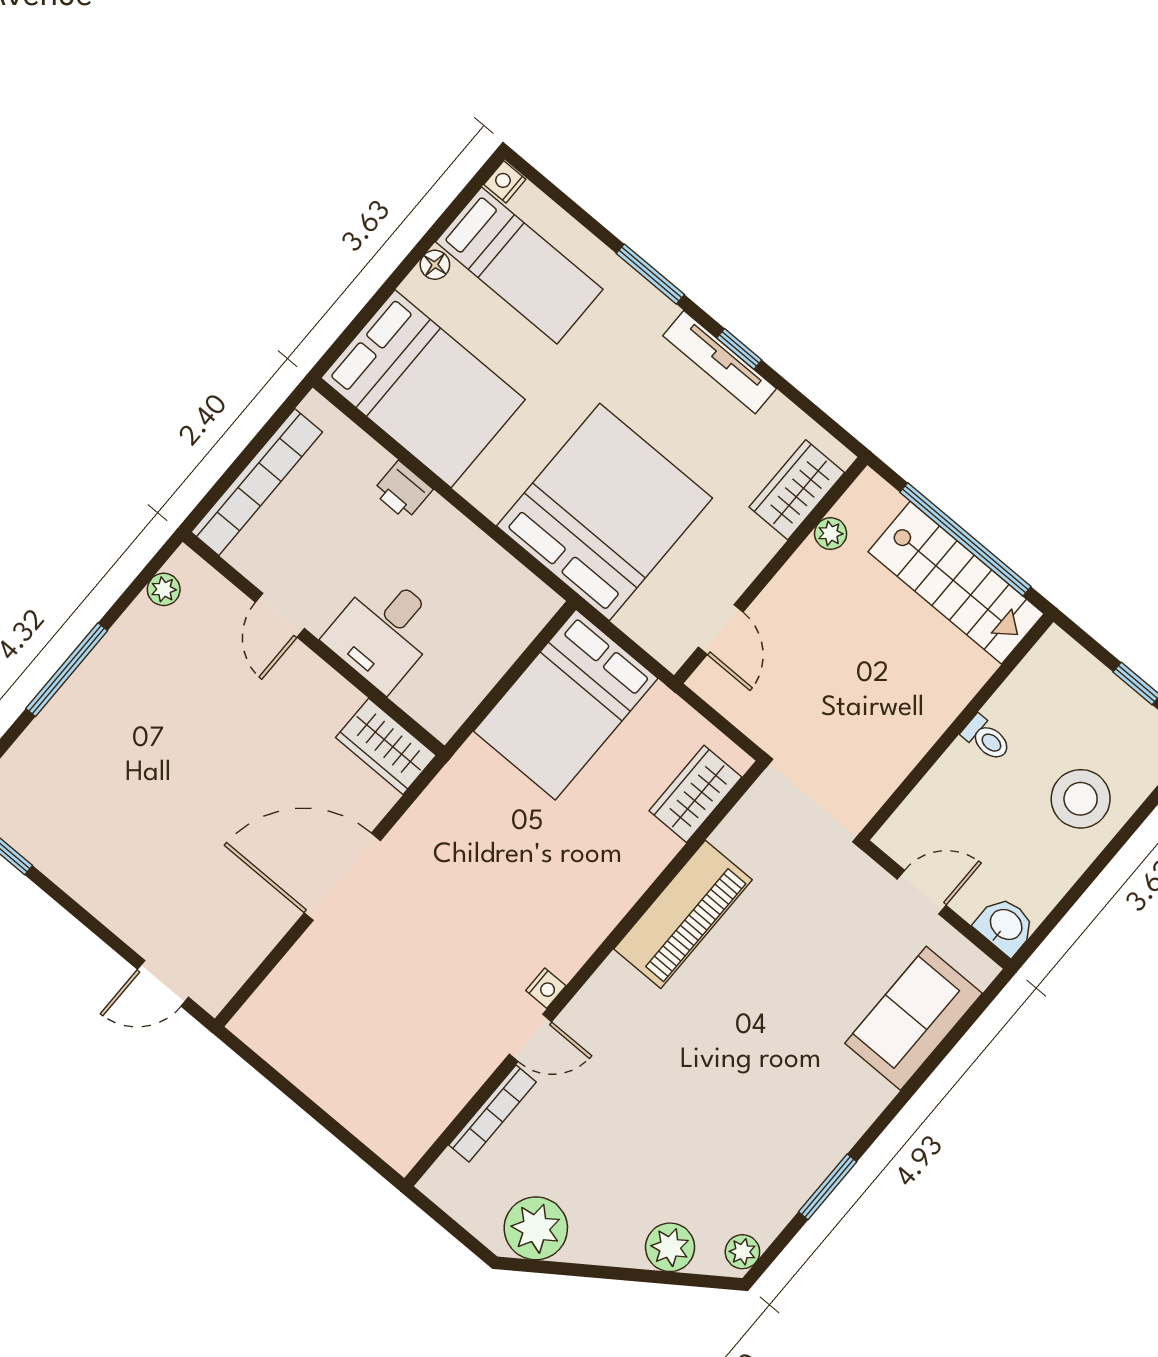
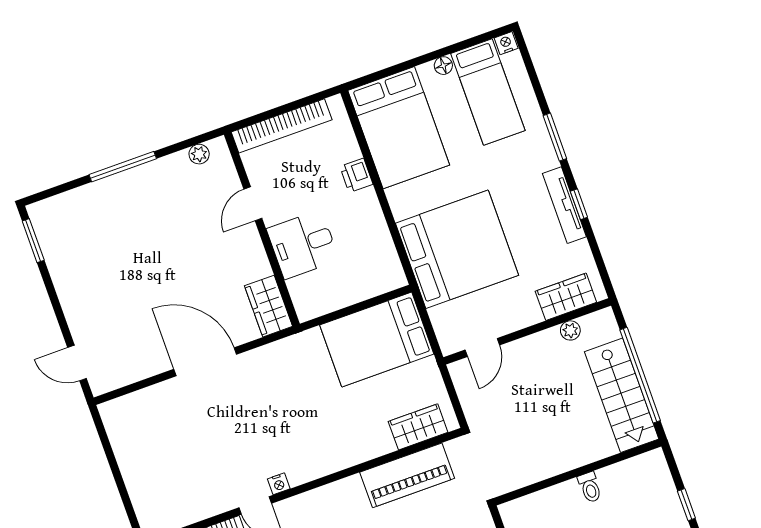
piano: (683, 914) -> (407, 475), moved

